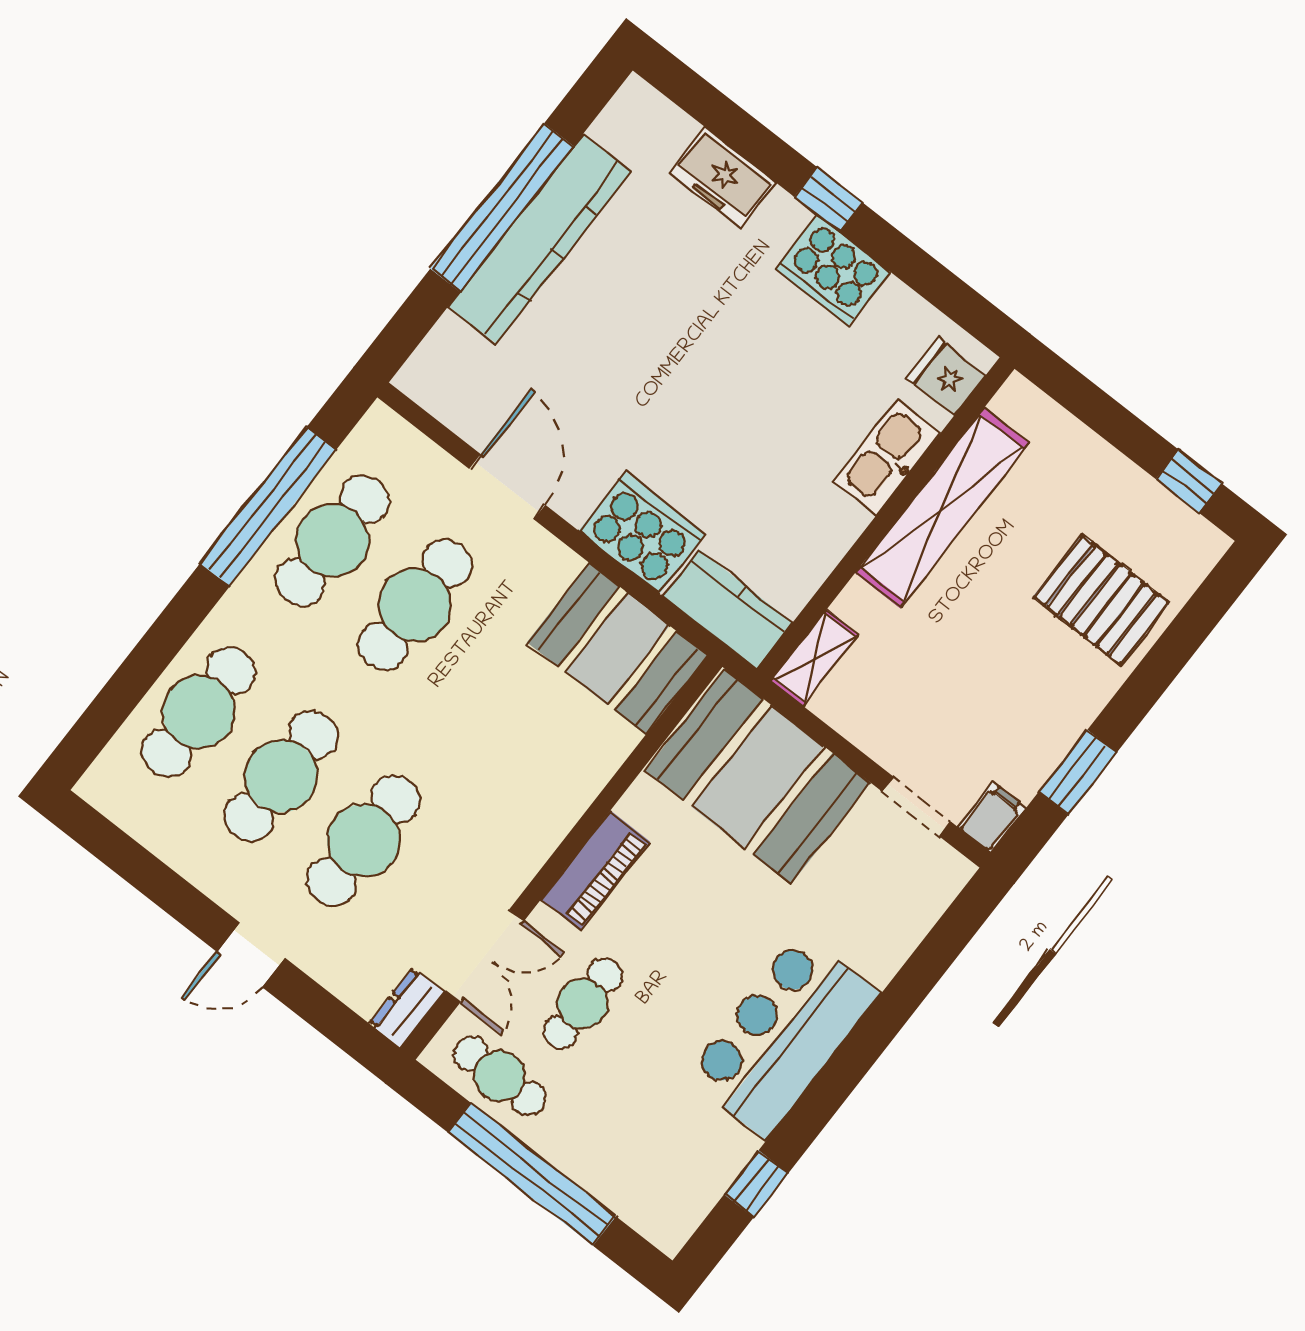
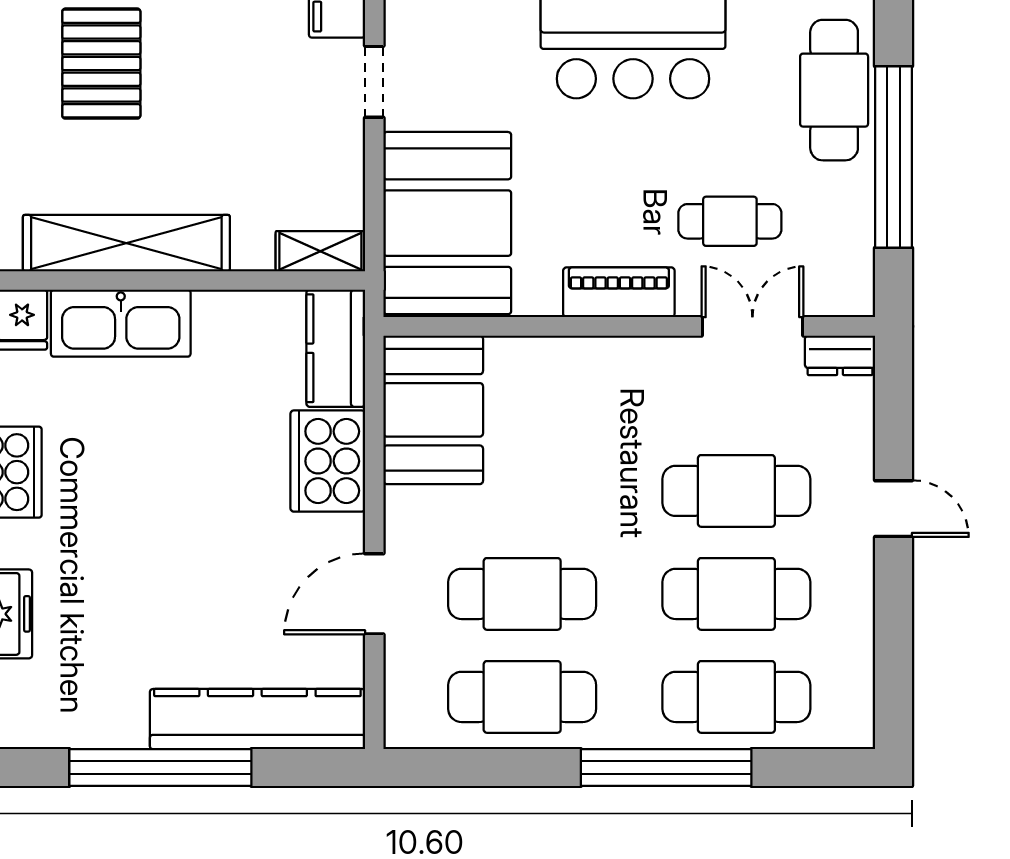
kitchen counter: (540, 239) -> (257, 719), moved
kitchen sink: (887, 457) -> (121, 323), width x1.36, depth x1.24
window: (268, 507) -> (666, 768), moved
cafe table: (500, 1076) -> (834, 90), moved, width x1.37, depth x1.35

